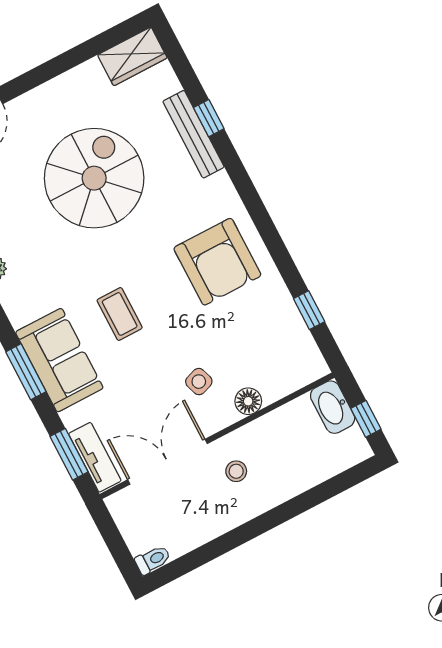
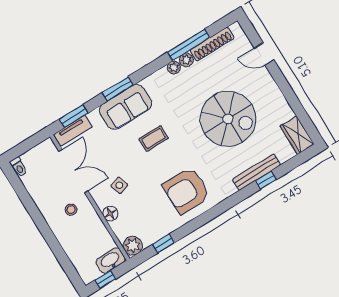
plant: (309, 365) -> (133, 246), added

